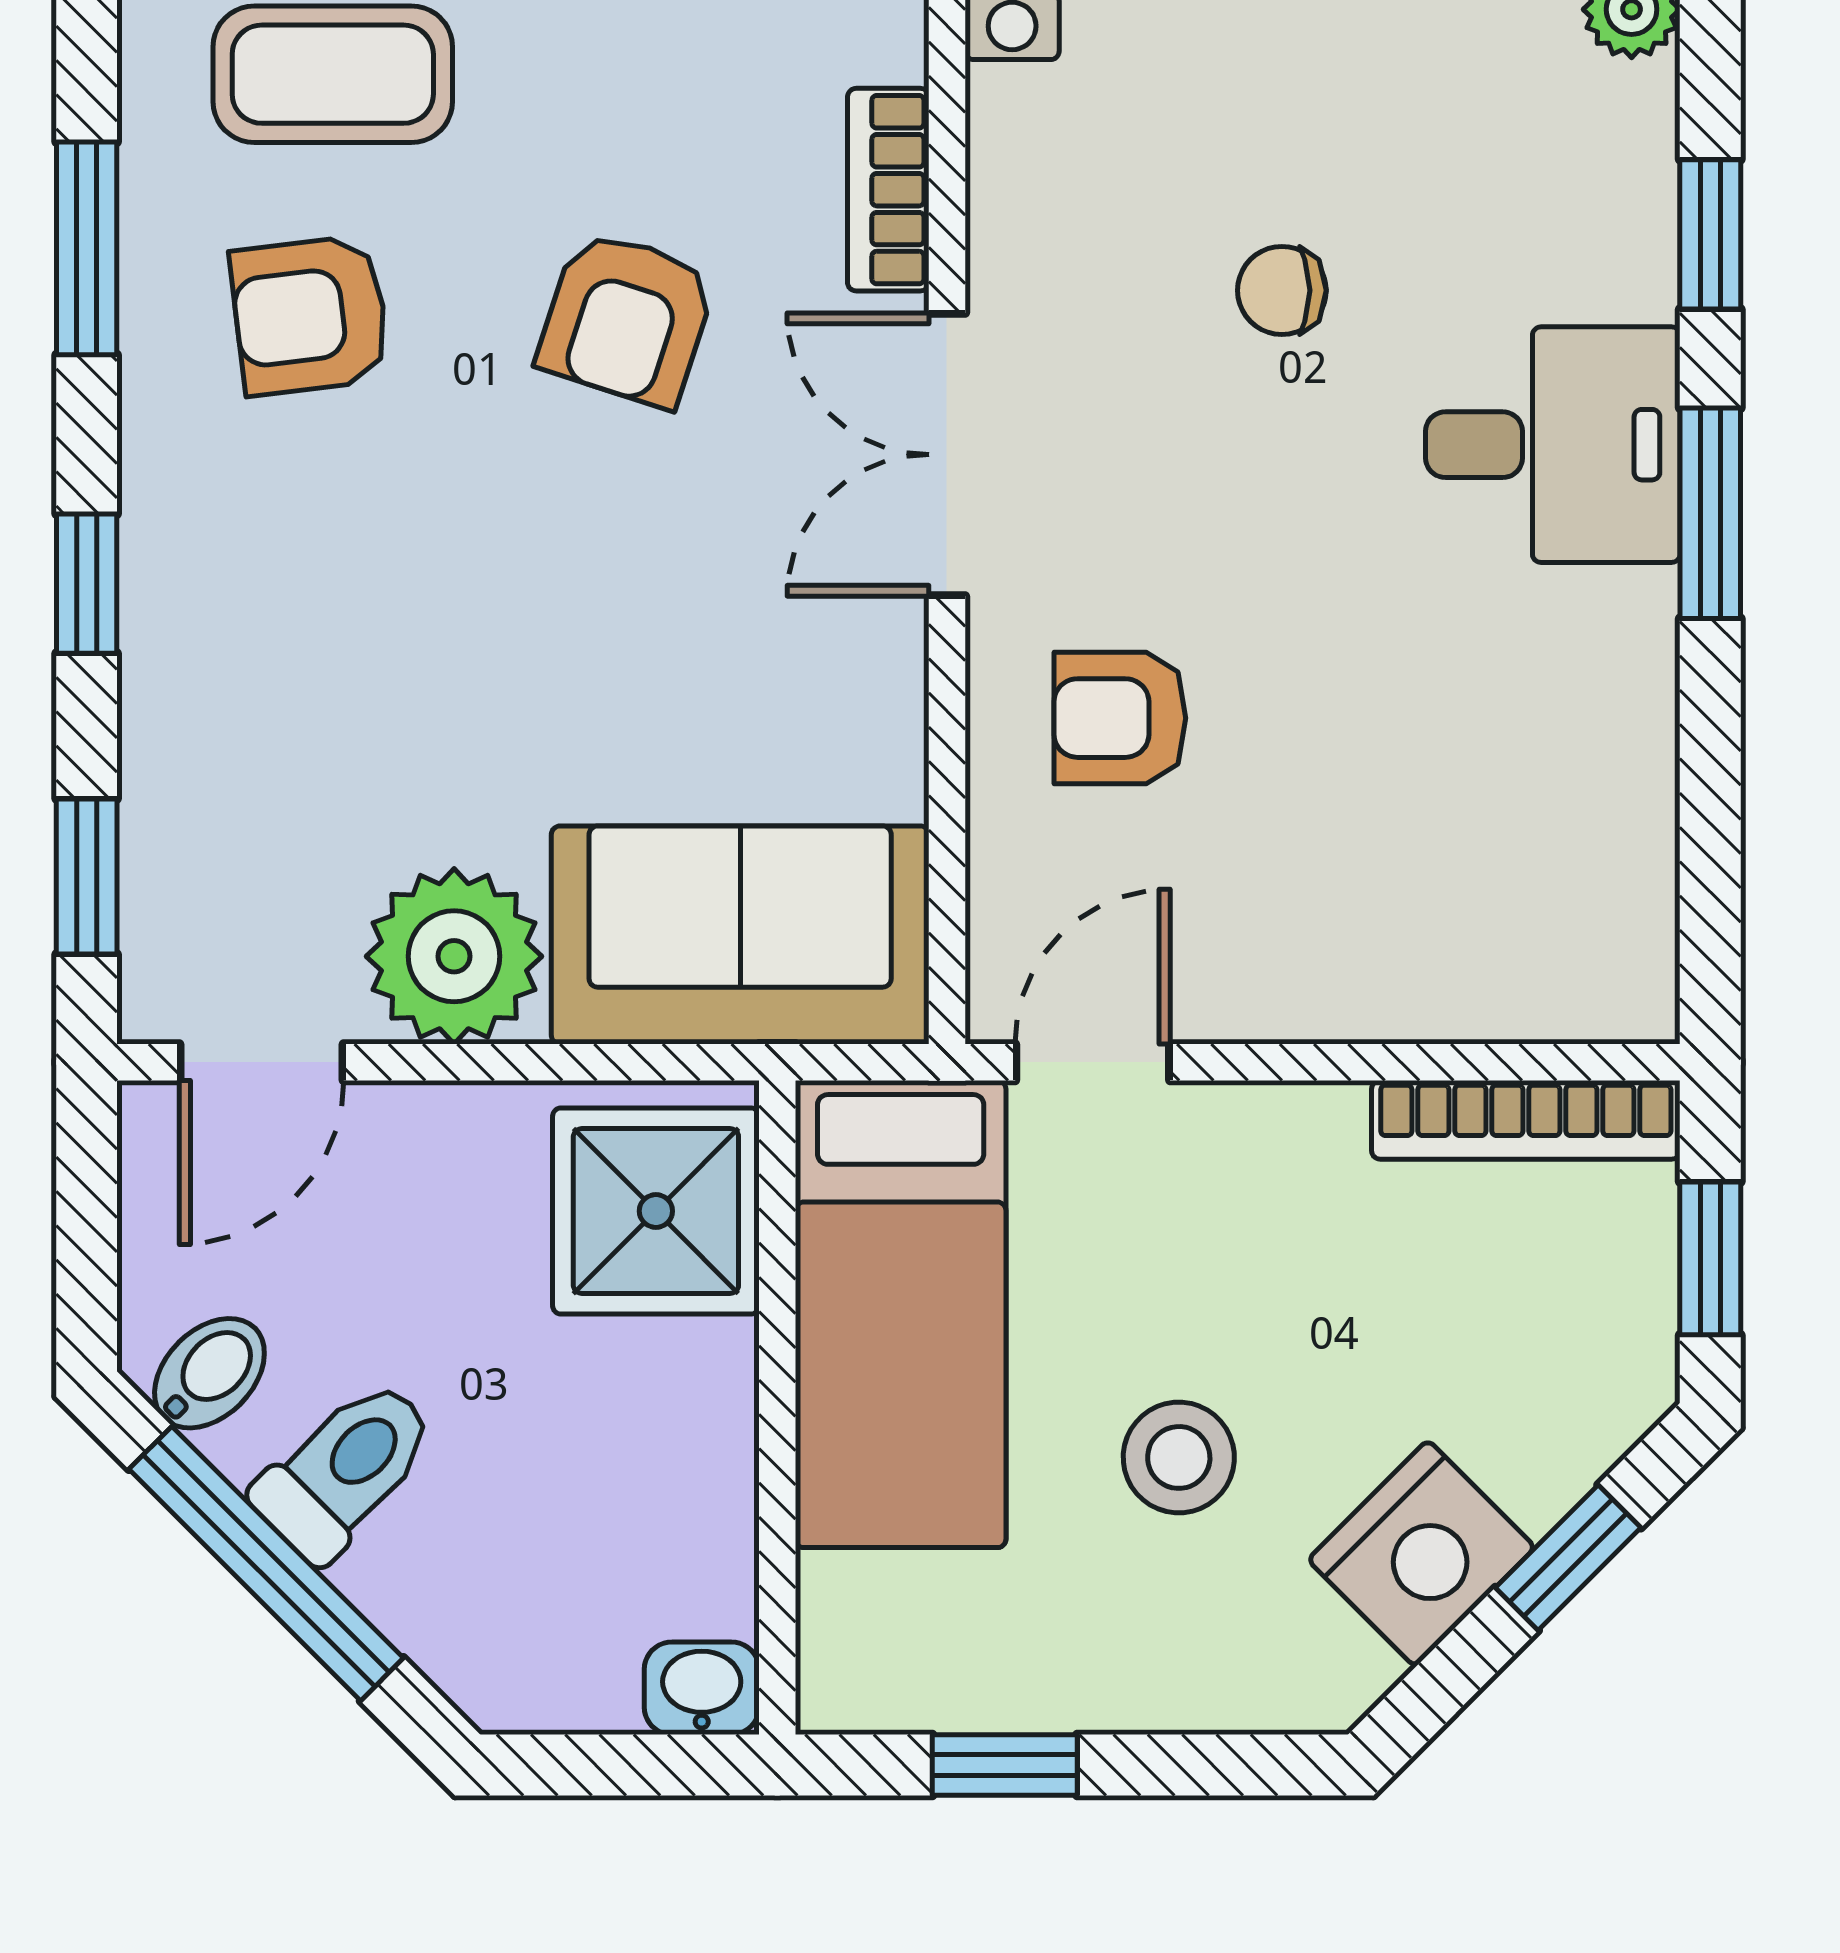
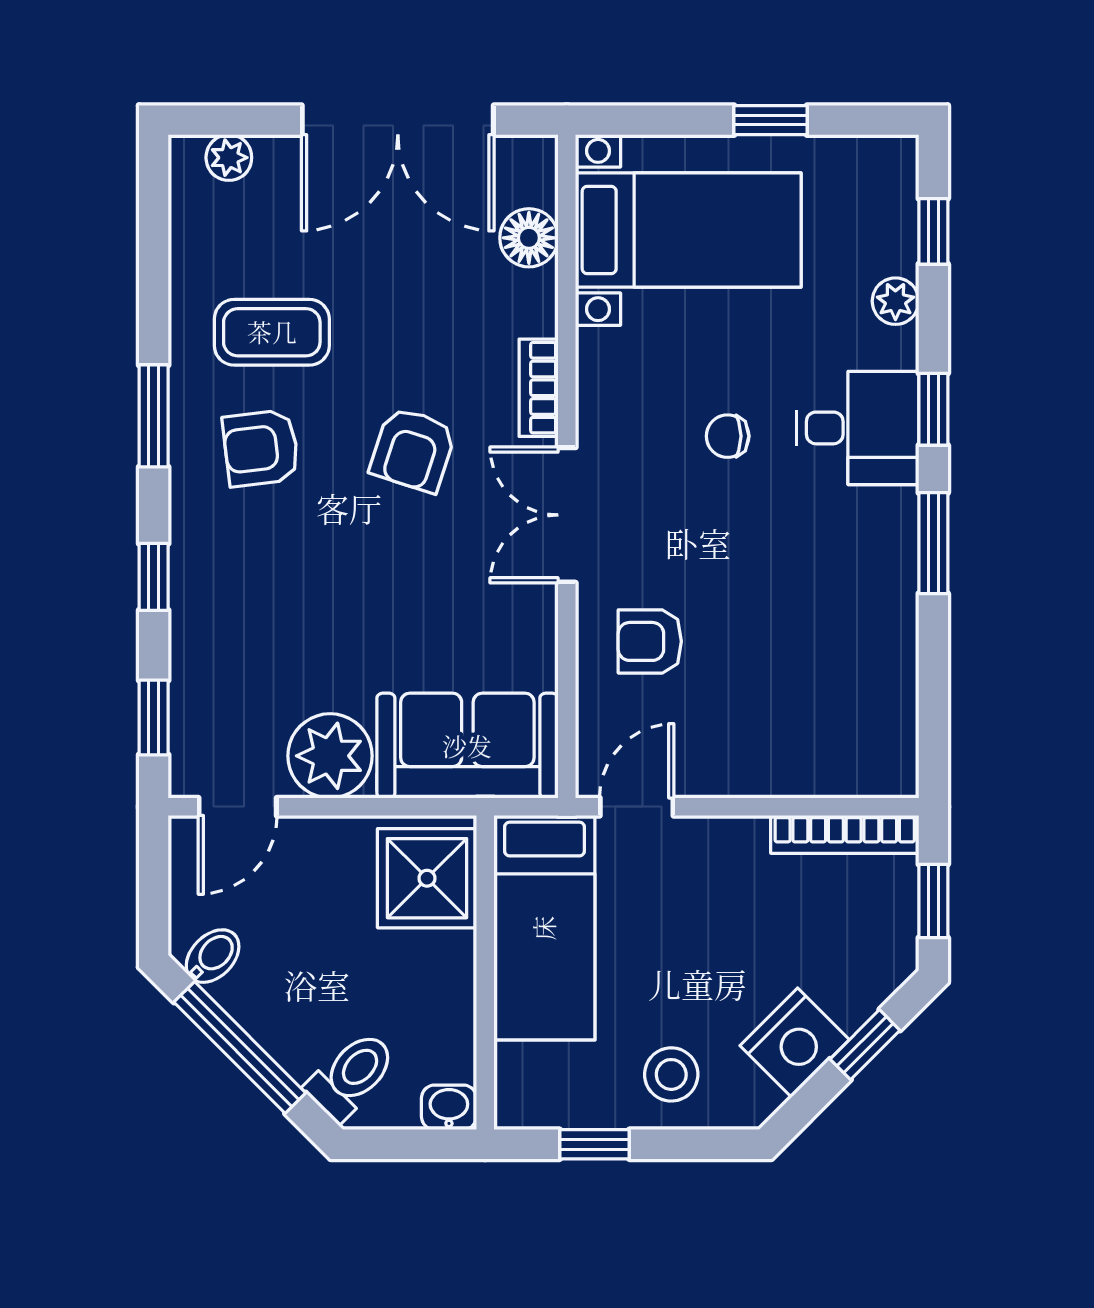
desk: (1553, 445) -> (858, 428), moved
stool: (1179, 1457) -> (671, 1074), moved
toilet: (345, 1469) -> (351, 1076), moved

